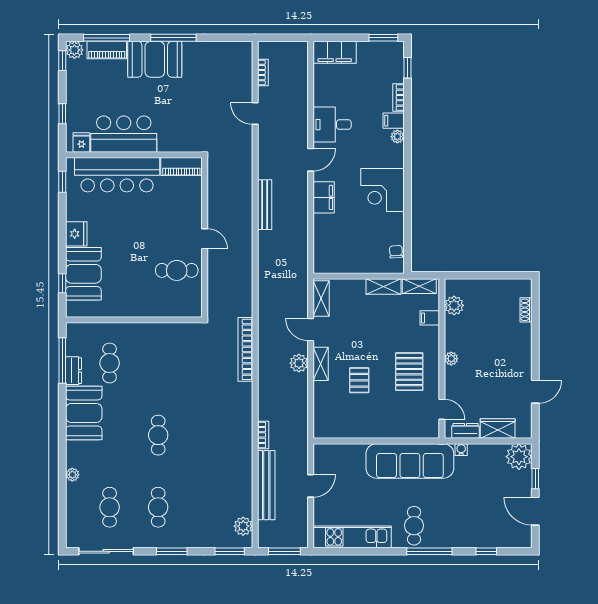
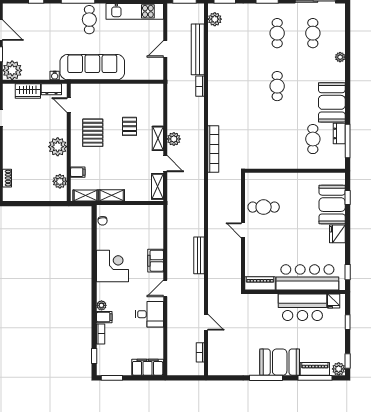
plant: (451, 359) -> (58, 147), width x1.87, depth x1.87

